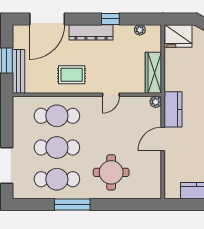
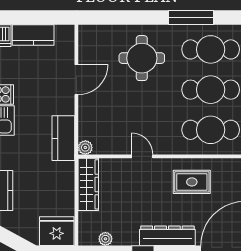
door: (111, 95) -> (142, 156), hinge flipped
door: (163, 139) -> (76, 80), moved

